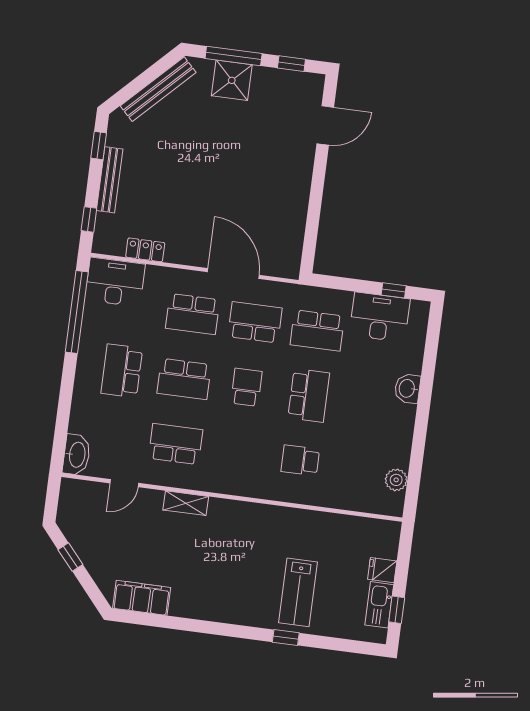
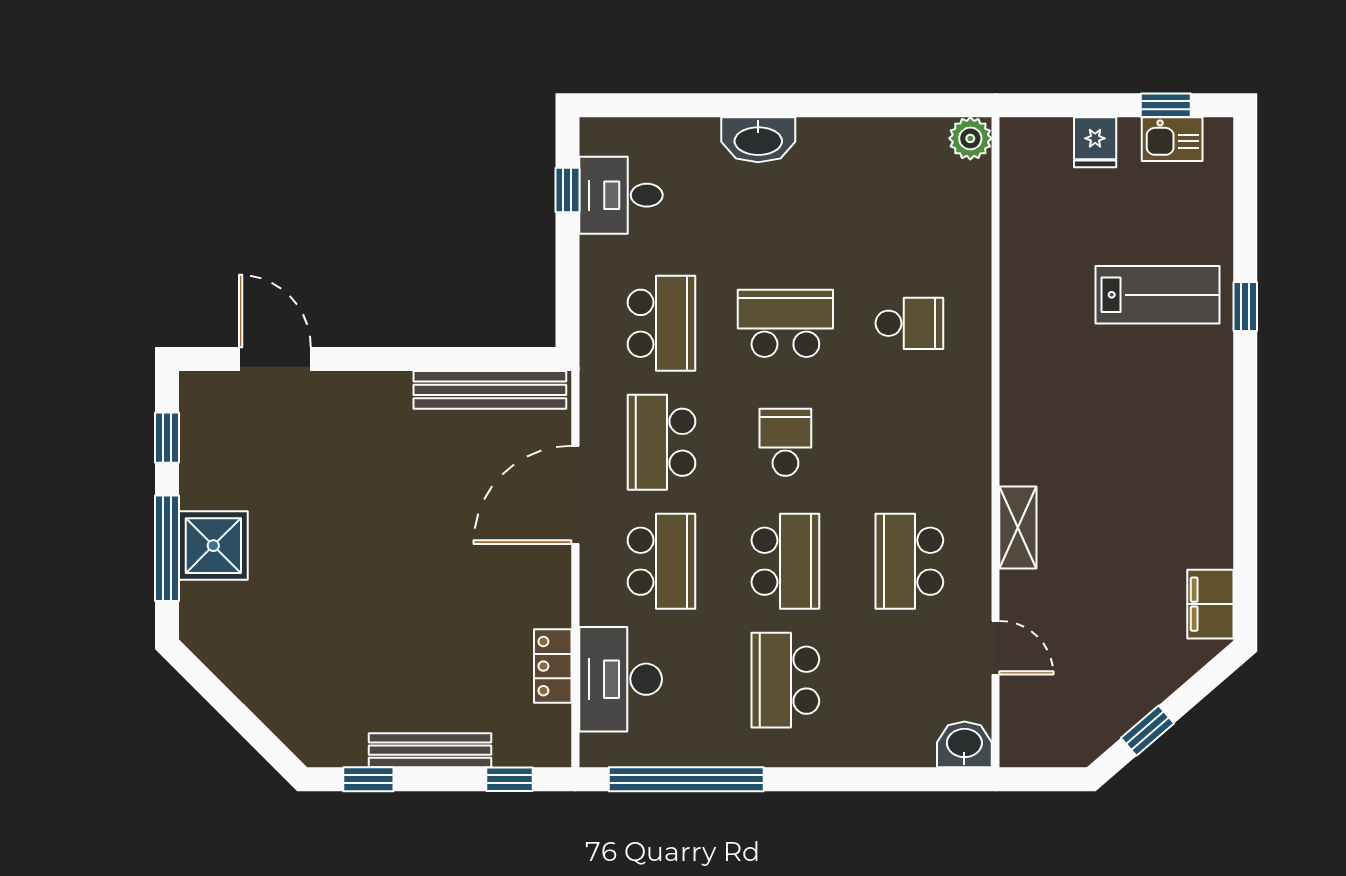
bench: (158, 89) -> (490, 390), moved, turned -45
desk: (115, 282) -> (621, 679), moved
desk: (380, 317) -> (621, 195), width x0.73
school desk: (122, 371) -> (785, 680), turned 90
school desk: (246, 387) -> (785, 442), turned 90
washbasin: (407, 388) -> (758, 140), width x1.38
washbasin: (77, 455) -> (964, 744), width x0.72
school desk: (300, 460) -> (909, 323), turned -90
plant: (396, 480) -> (970, 138), moved
filing cabinet: (142, 598) -> (1210, 604), width x0.67, depth x0.86
kitchen sink: (379, 605) -> (1172, 139), width x0.73

